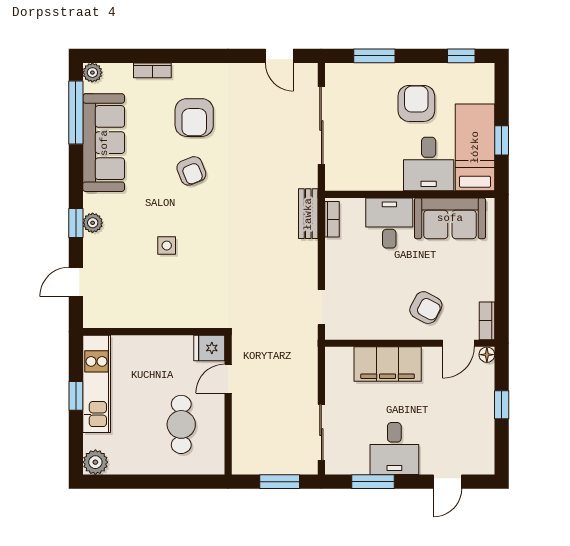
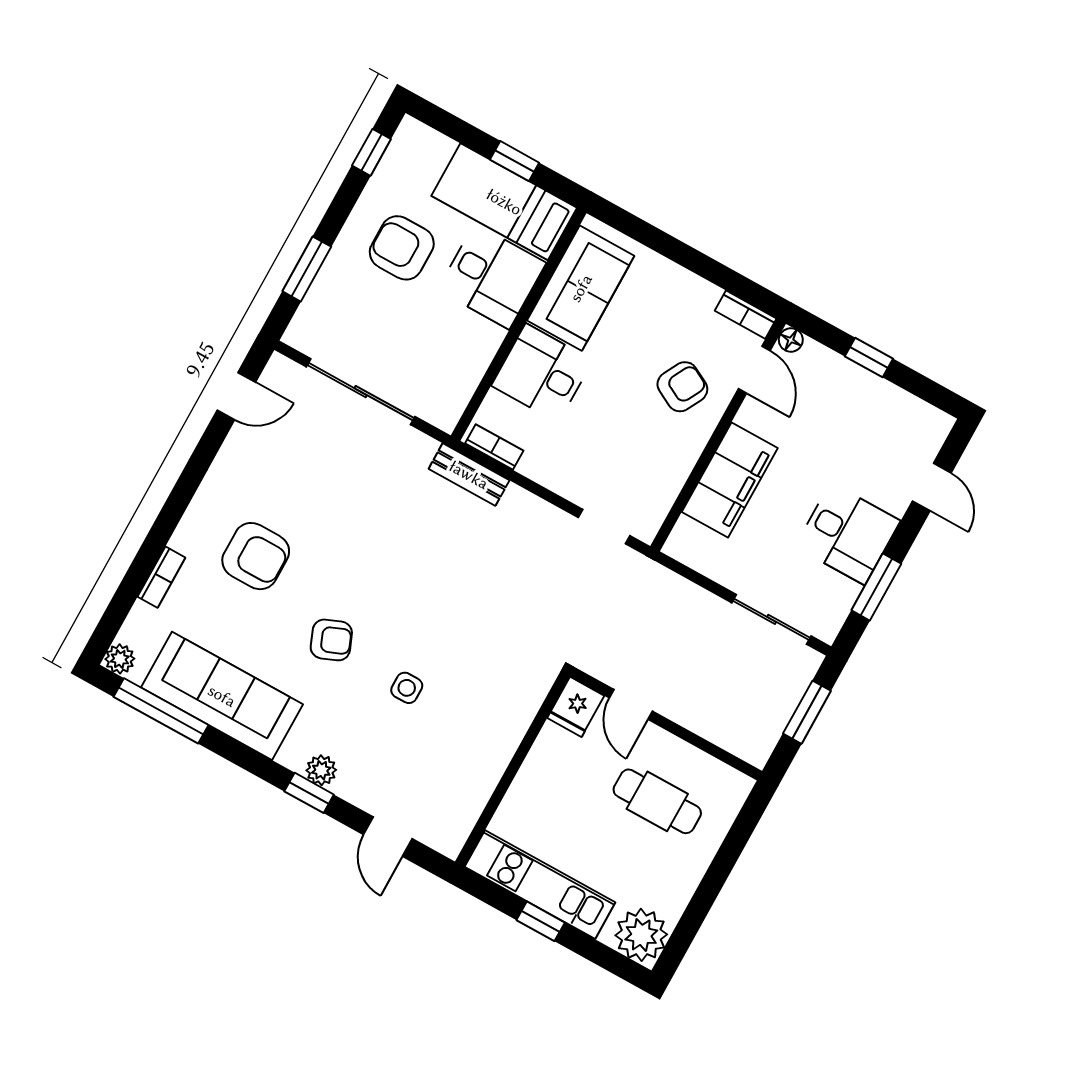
armchair: (191, 171) -> (331, 640), moved
plant: (95, 462) -> (641, 935), width x1.36, depth x1.36

